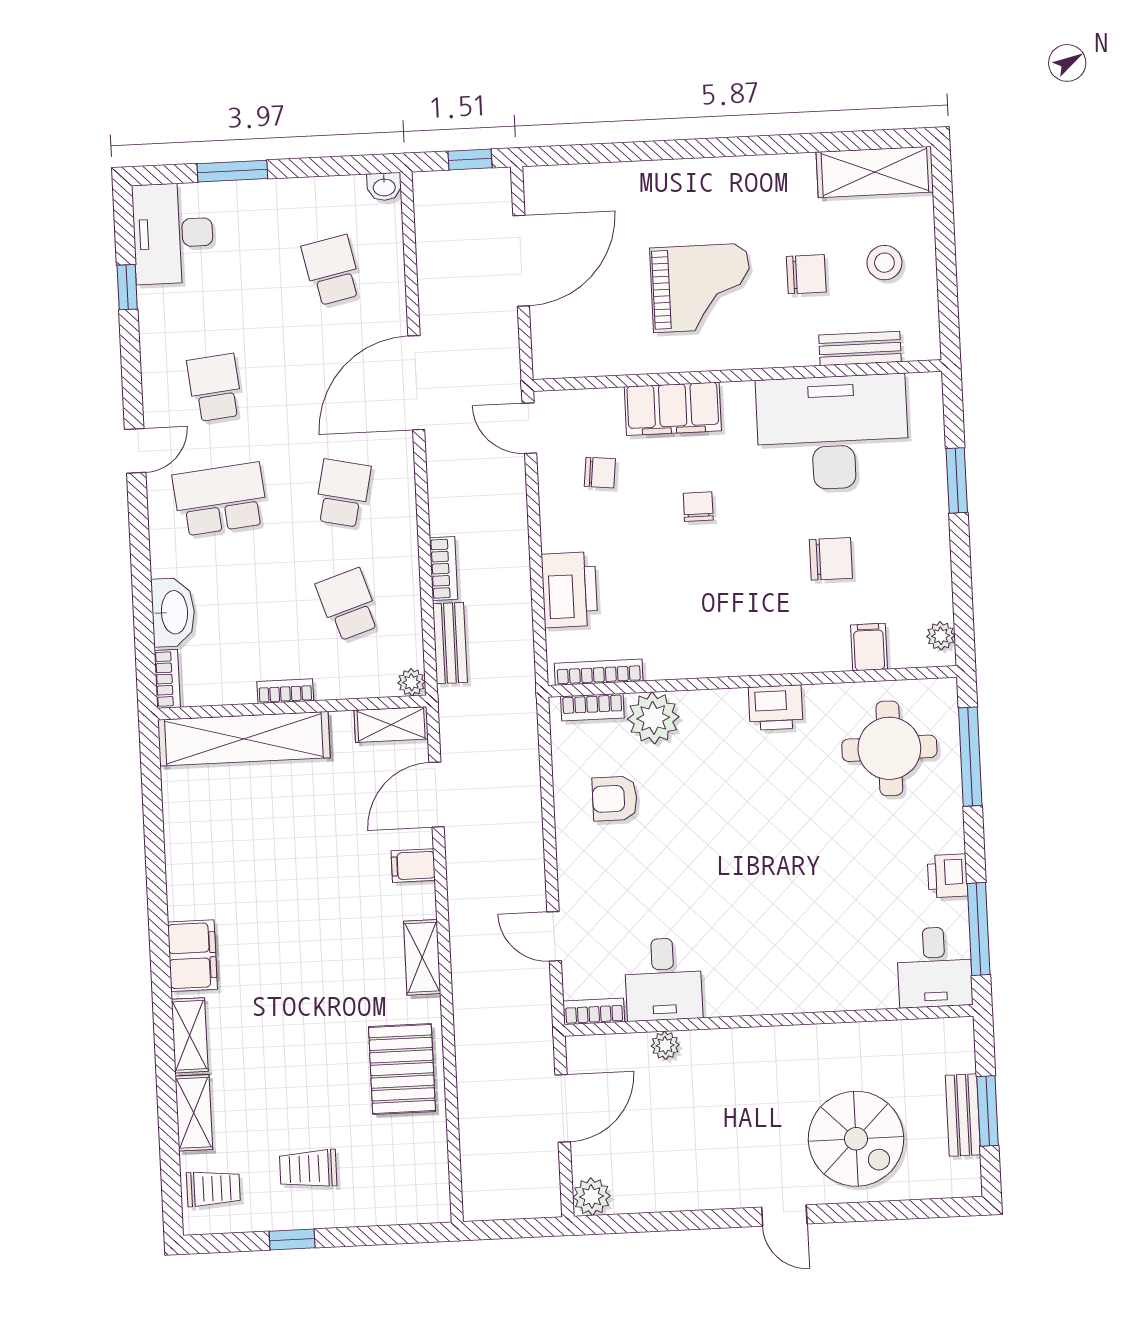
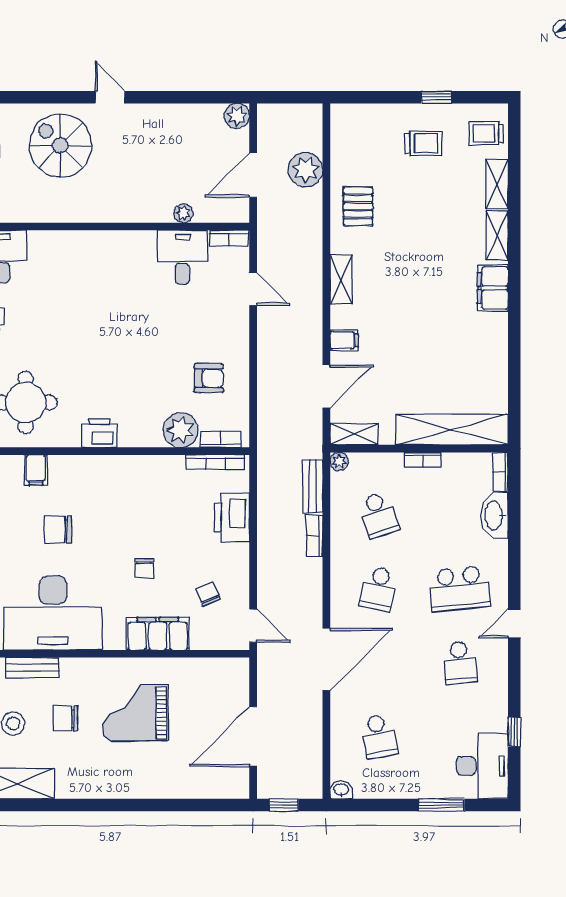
chair: (600, 473) -> (208, 594), turned 61
pallet: (402, 1069) -> (358, 206), width x0.67, depth x0.71
plant: (484, 1120) -> (305, 170), added

